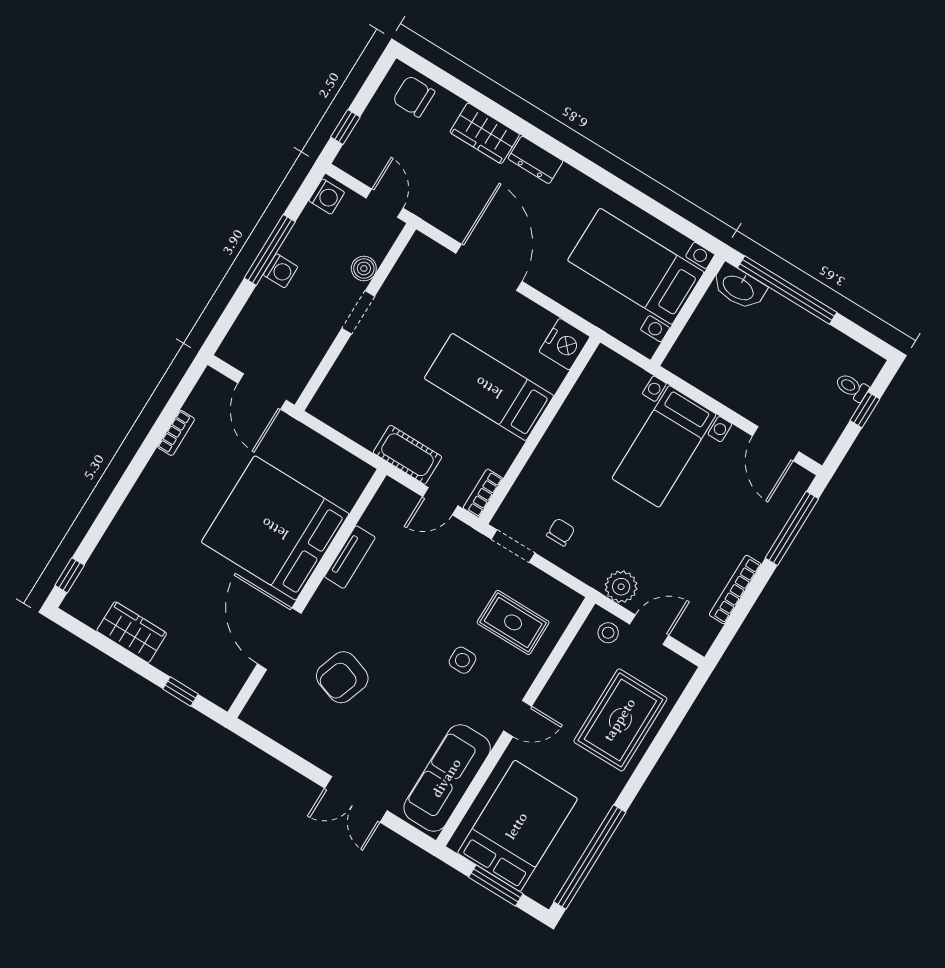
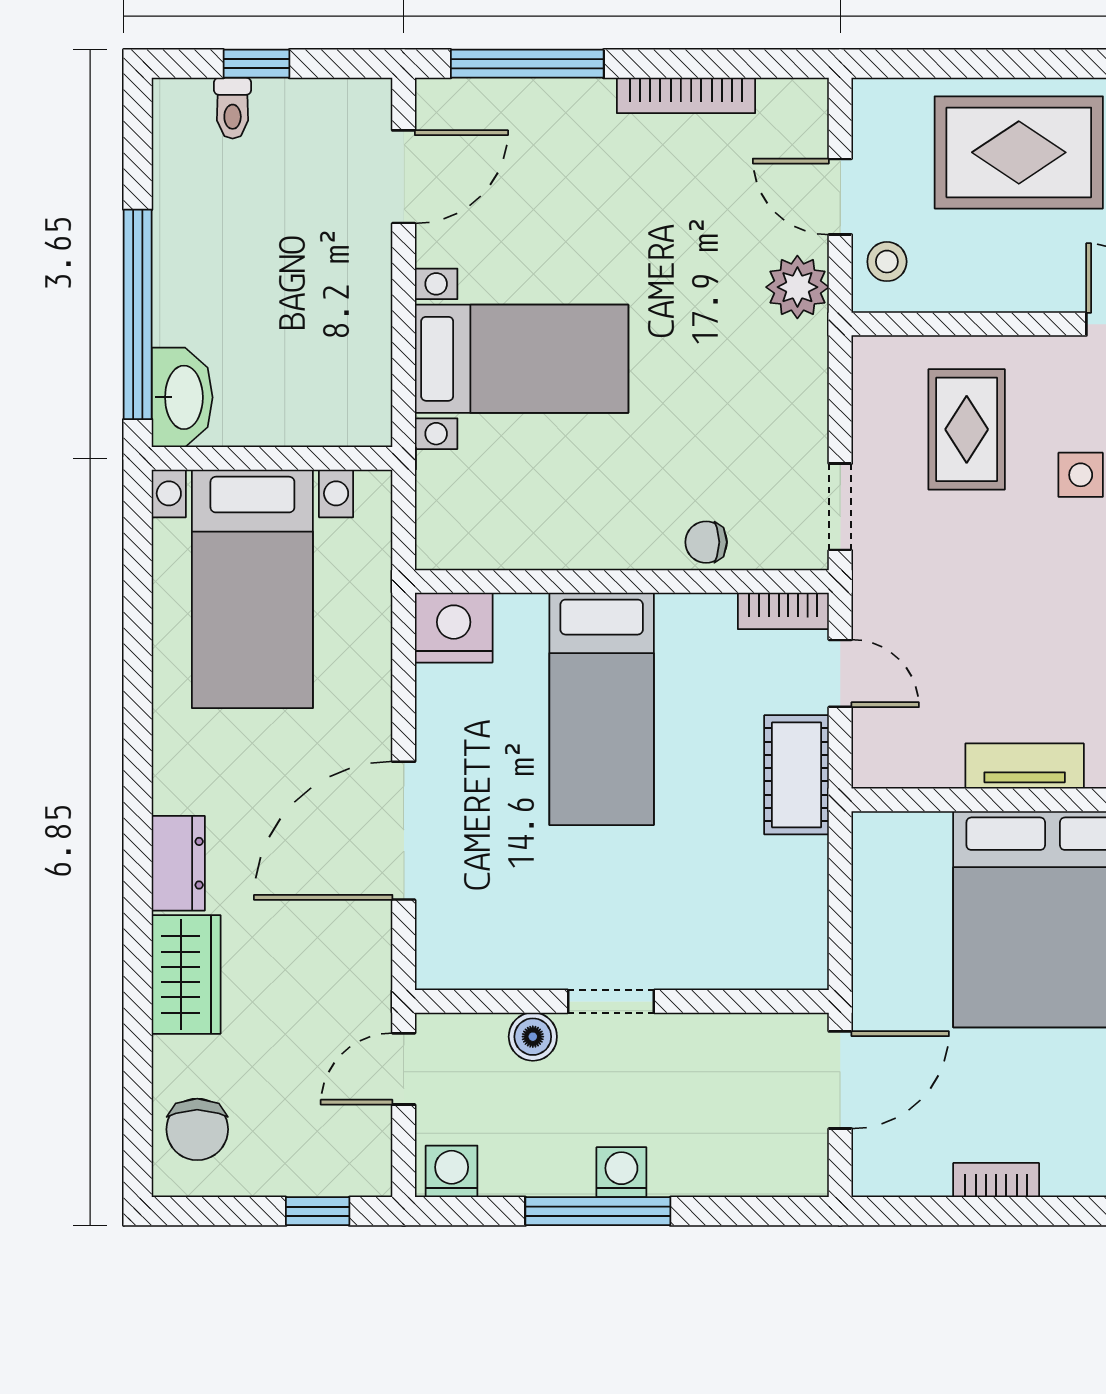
chair: (561, 532) -> (706, 542), moved

